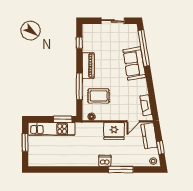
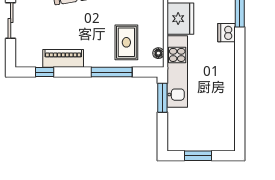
piano: (88, 66) -> (63, 58), moved
kitchen unit: (51, 129) -> (177, 72), moved

